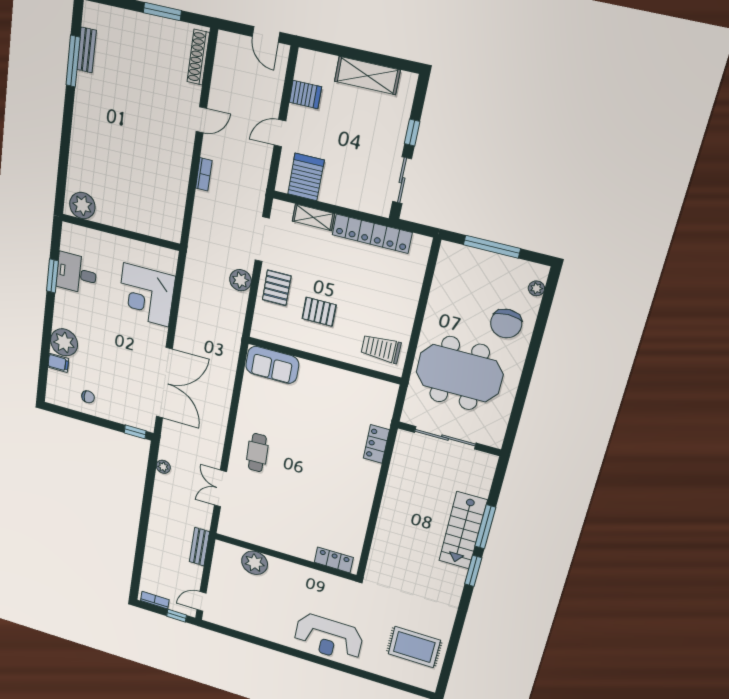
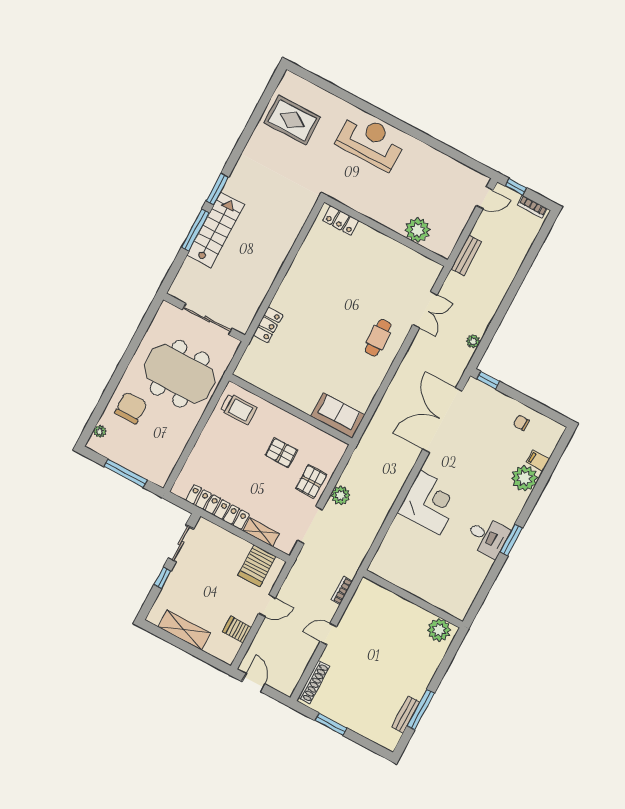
plant: (82, 206) -> (439, 630), moved
wall: (121, 232) -> (413, 599), moved

